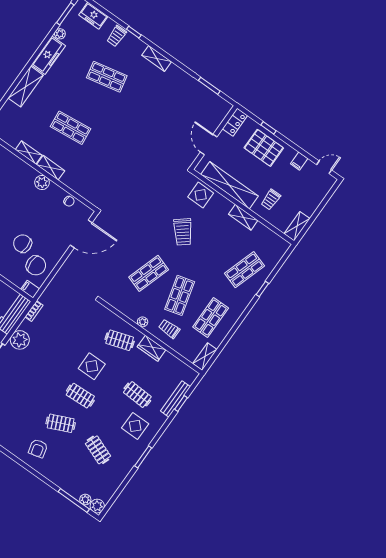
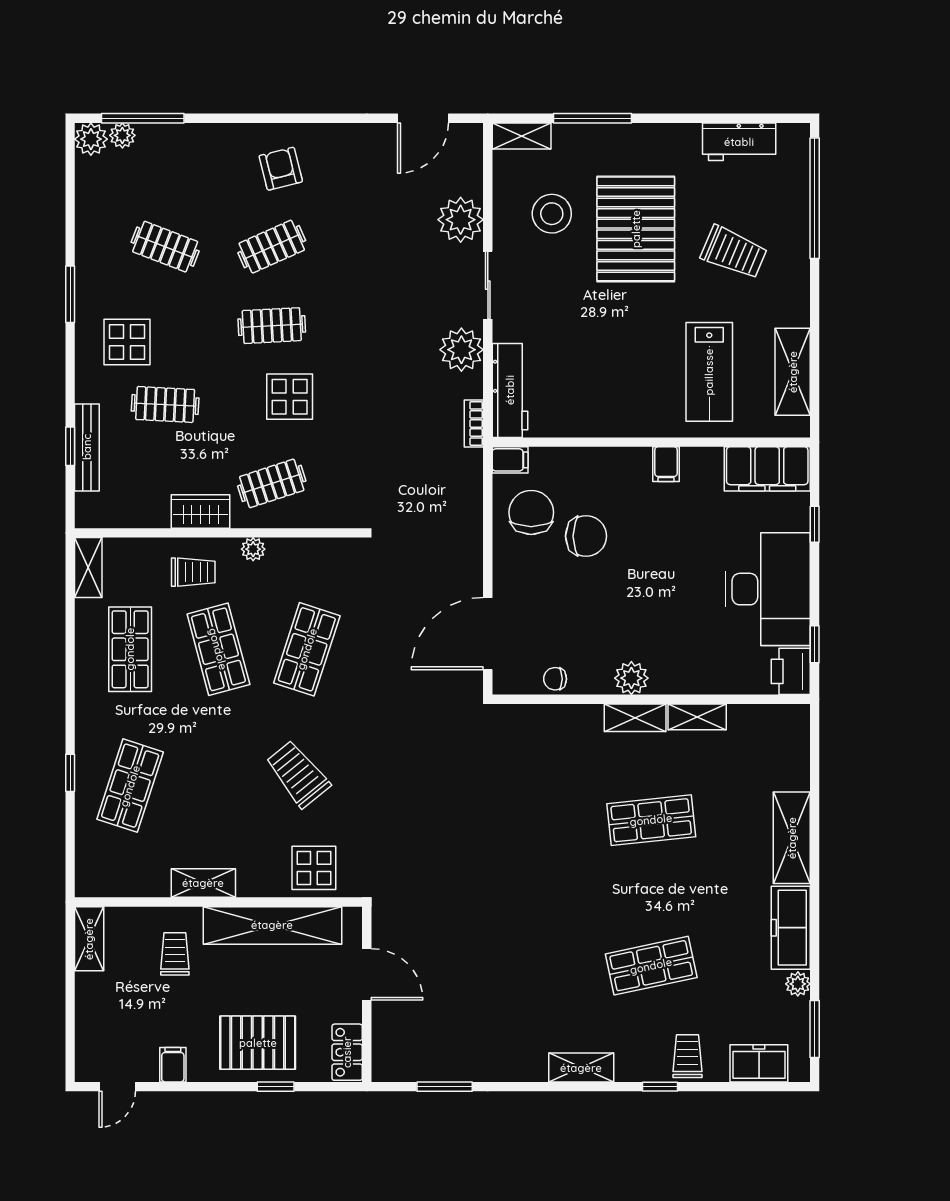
chair: (36, 265) -> (531, 512), turned 90

